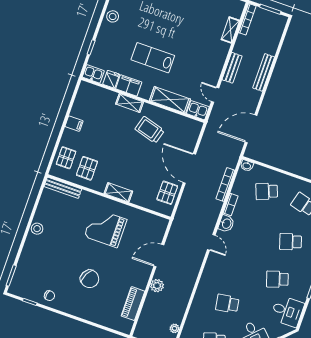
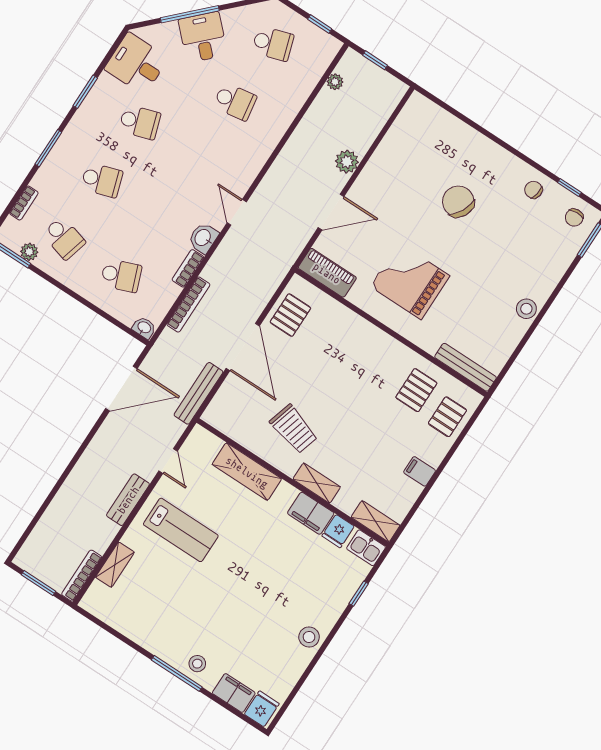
lab bench: (153, 58) -> (181, 530), moved
bench: (264, 72) -> (198, 393), moved
kitchen sink: (198, 110) -> (204, 442), removed
shelving: (118, 192) -> (376, 521), moved
grand piano: (106, 228) -> (410, 281), turned 180
chair: (23, 286) -> (574, 218), added
piano: (133, 304) -> (327, 273), moved, turned -90

